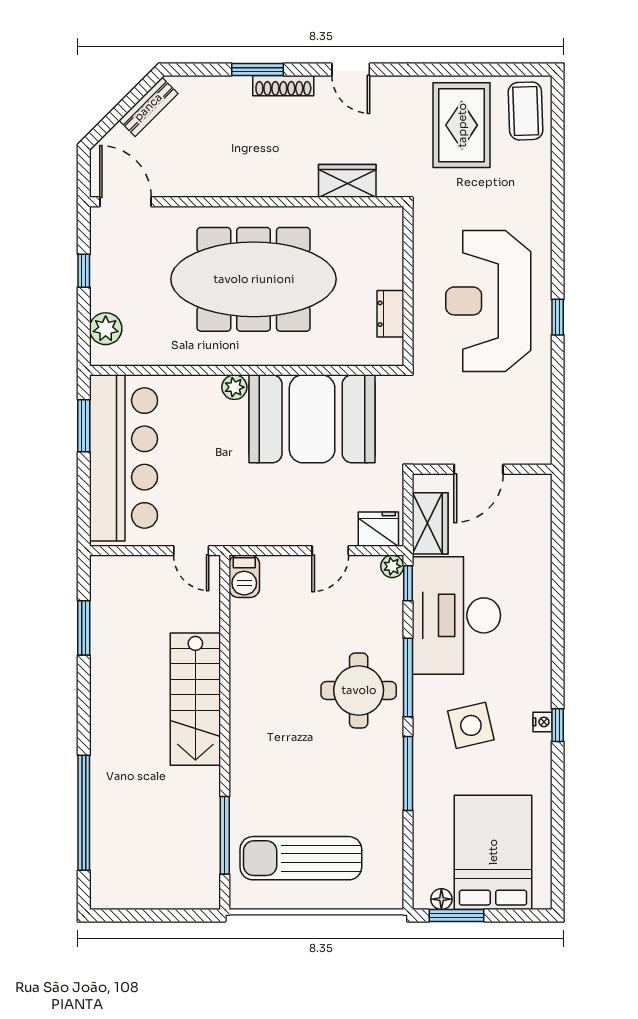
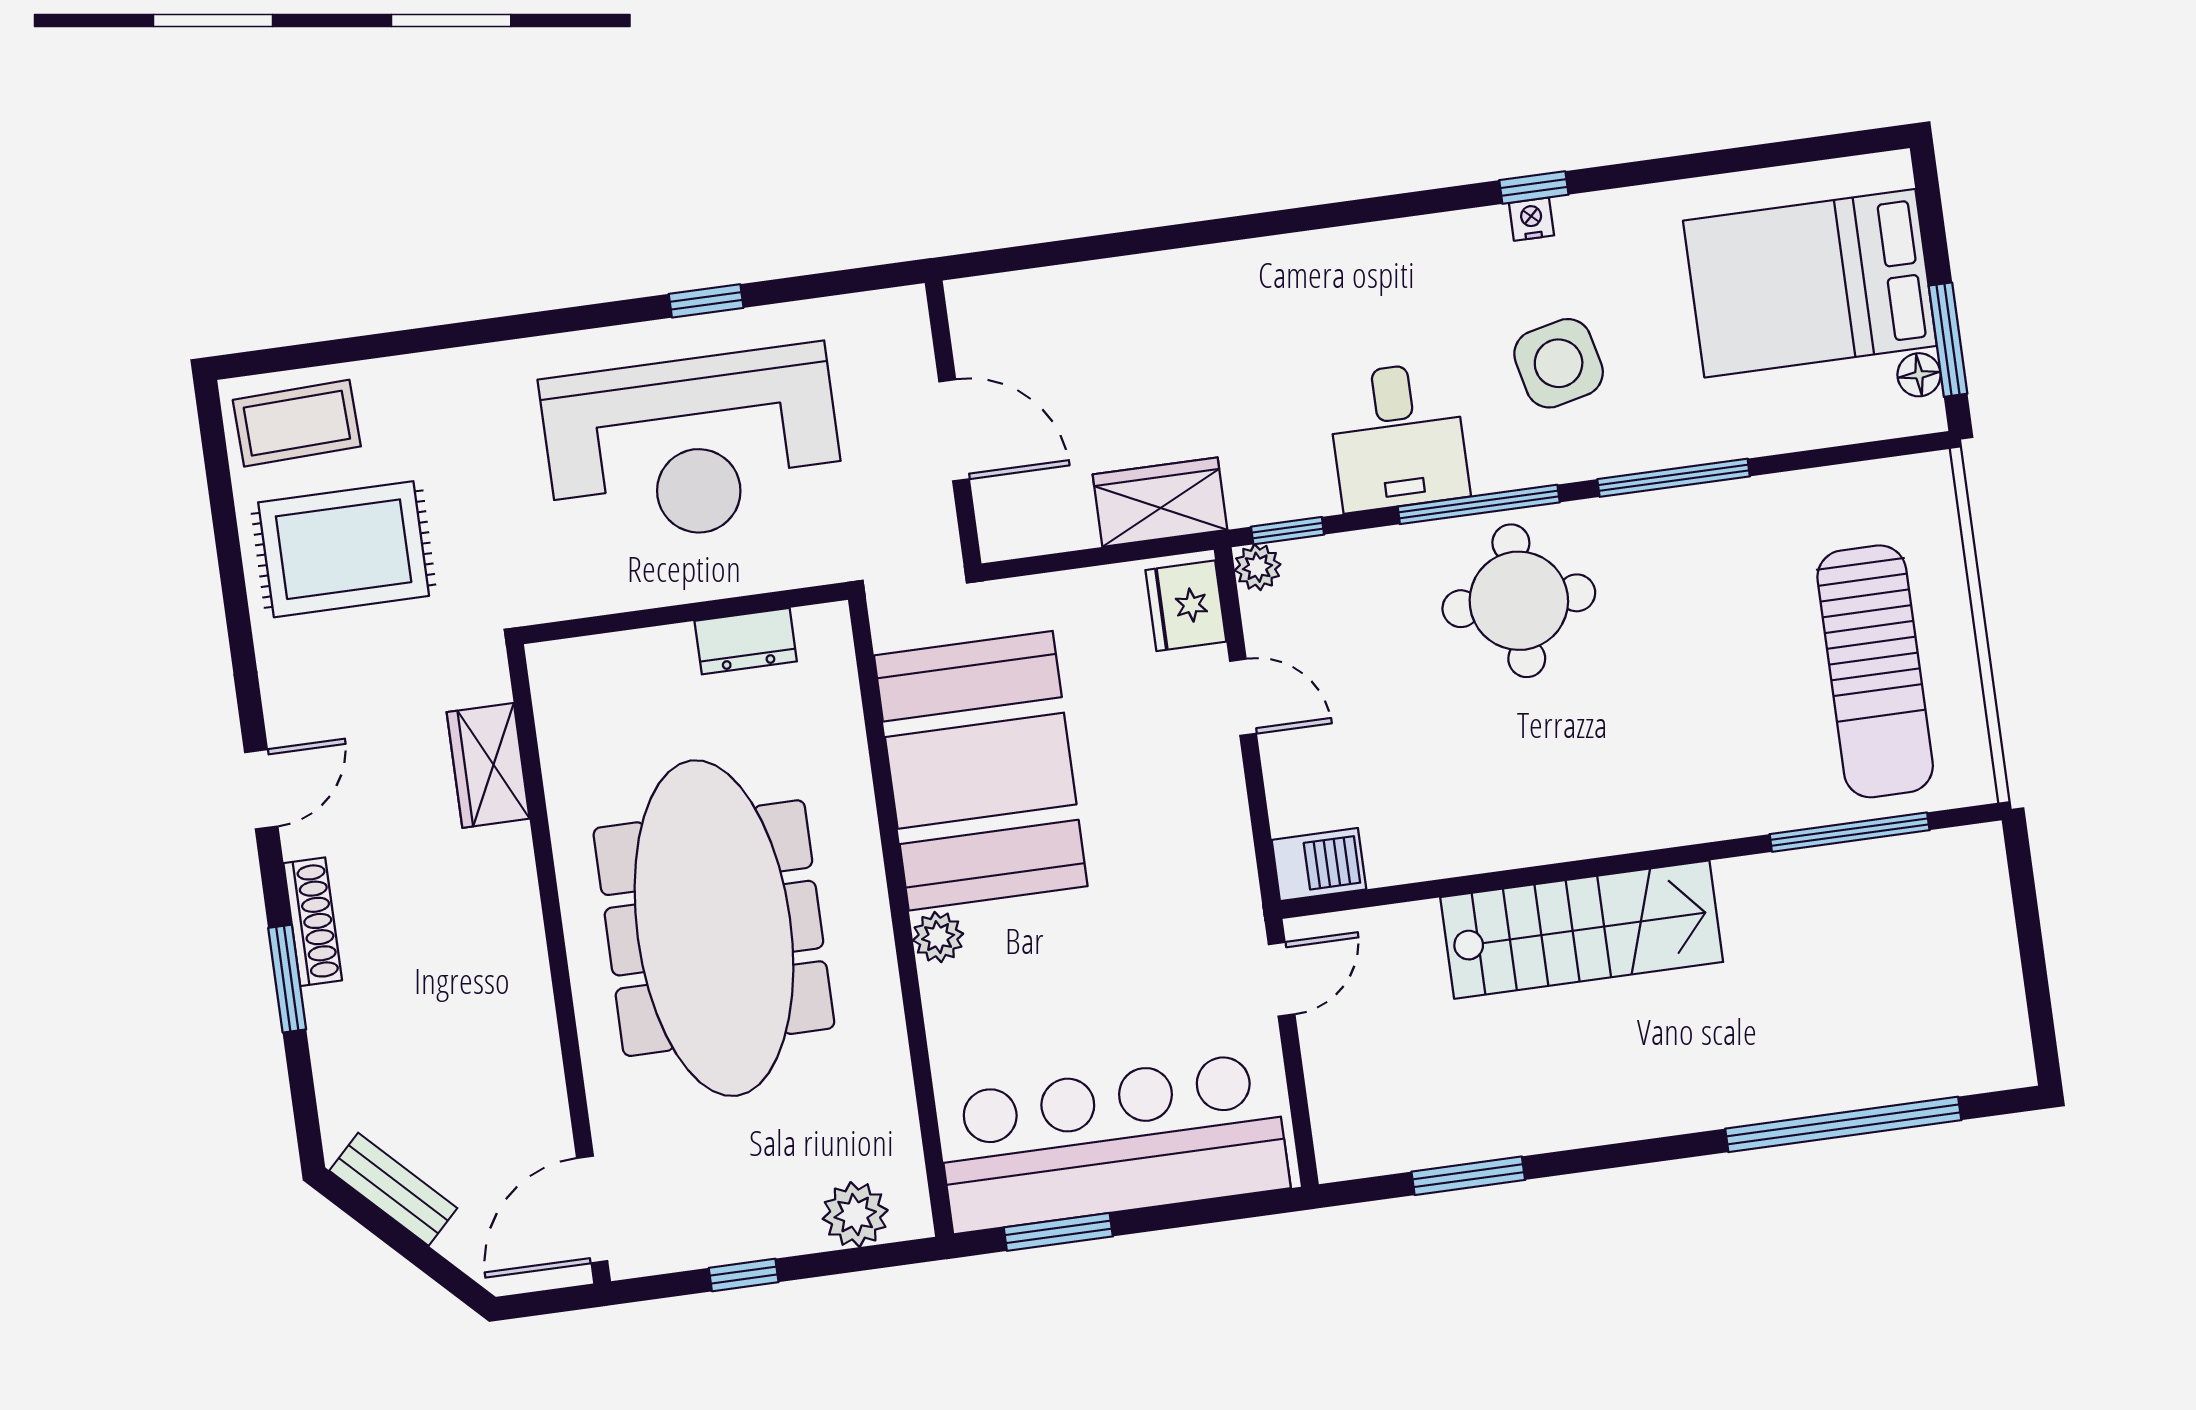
door: (479, 469) -> (954, 430), moved
wall: (482, 469) -> (953, 423), moved
desk: (456, 615) -> (1398, 436), width x0.53, depth x0.77

